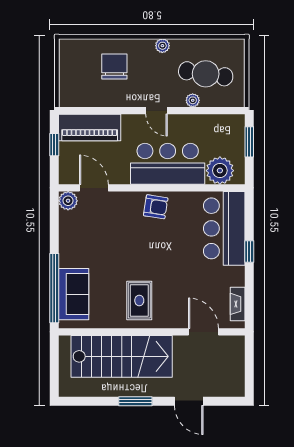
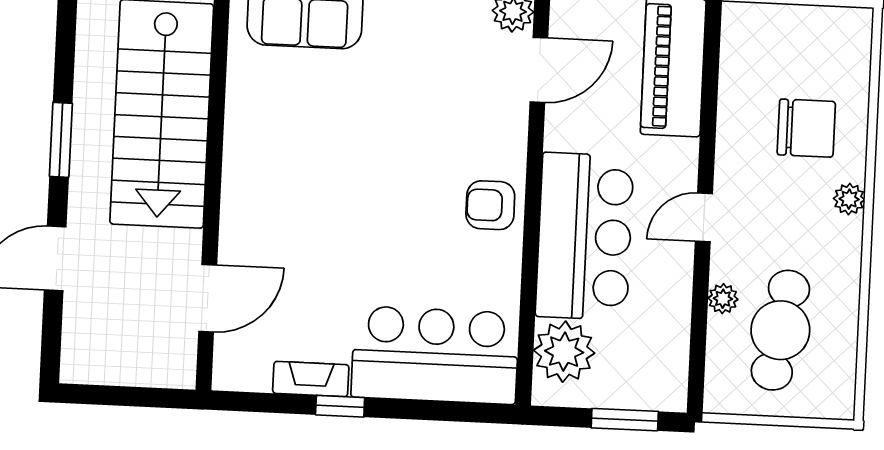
plant: (162, 46) -> (849, 199), moved
armchair: (156, 207) -> (490, 205), turned 81
window: (249, 251) -> (340, 406), moved
rug: (139, 300) -> (284, 159), removed
fireplace: (238, 304) -> (311, 379), moved

